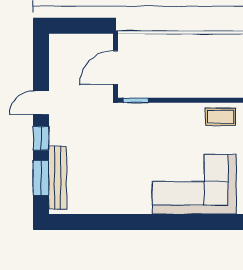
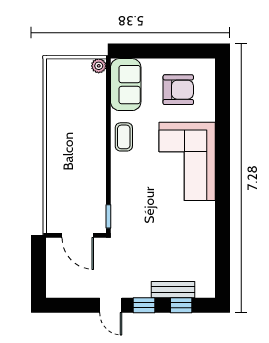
window: (41, 178) -> (181, 305), width x0.67
bench: (58, 178) -> (173, 290), width x0.73

